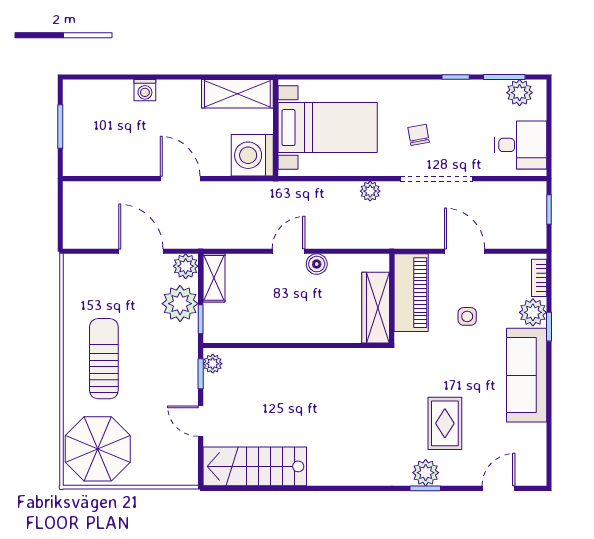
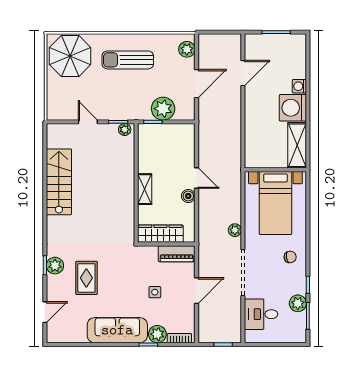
plant: (520, 93) -> (298, 303), moved
chair: (419, 135) -> (290, 257), moved
desk: (521, 145) -> (261, 314), moved, turned 90
washing machine: (252, 155) -> (293, 108), moved, turned -90
door: (180, 179) -> (243, 73), moved
plant: (186, 266) -> (187, 49), moved
shelving: (214, 278) -> (145, 189), moved, turned 90
piano: (411, 293) -> (177, 254), width x0.73, depth x0.75
sun lounger: (104, 359) -> (128, 60), turned 180
door: (201, 421) -> (88, 122), hinge flipped
rug: (445, 423) -> (86, 278), turned 90
stairs: (255, 466) -> (59, 182), moved
door: (498, 488) -> (45, 312), hinge flipped

